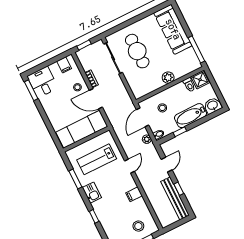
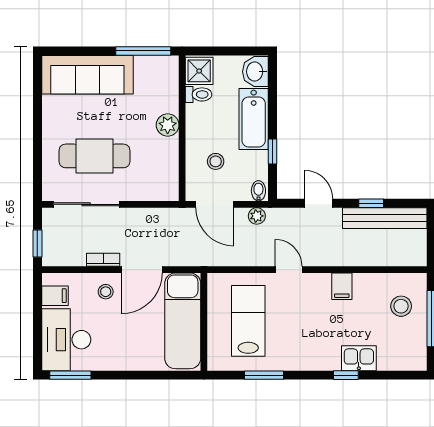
desk: (43, 82) -> (66, 340), width x1.37
lab bench: (97, 159) -> (248, 321), turned 180
kitchen sink: (92, 193) -> (359, 358), moved

